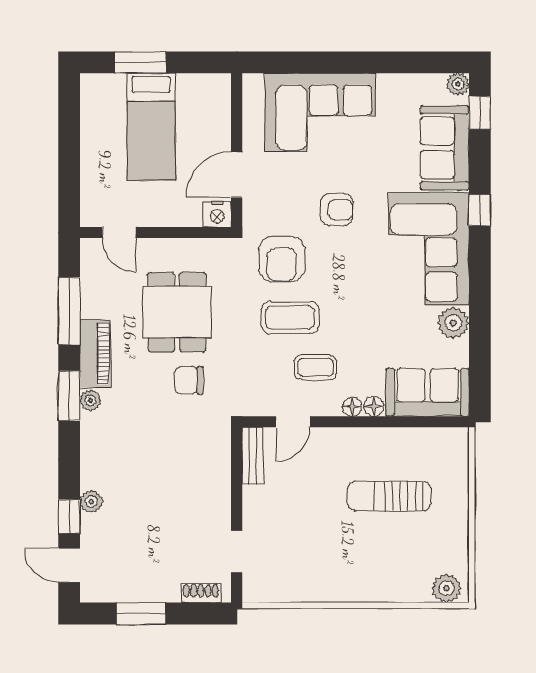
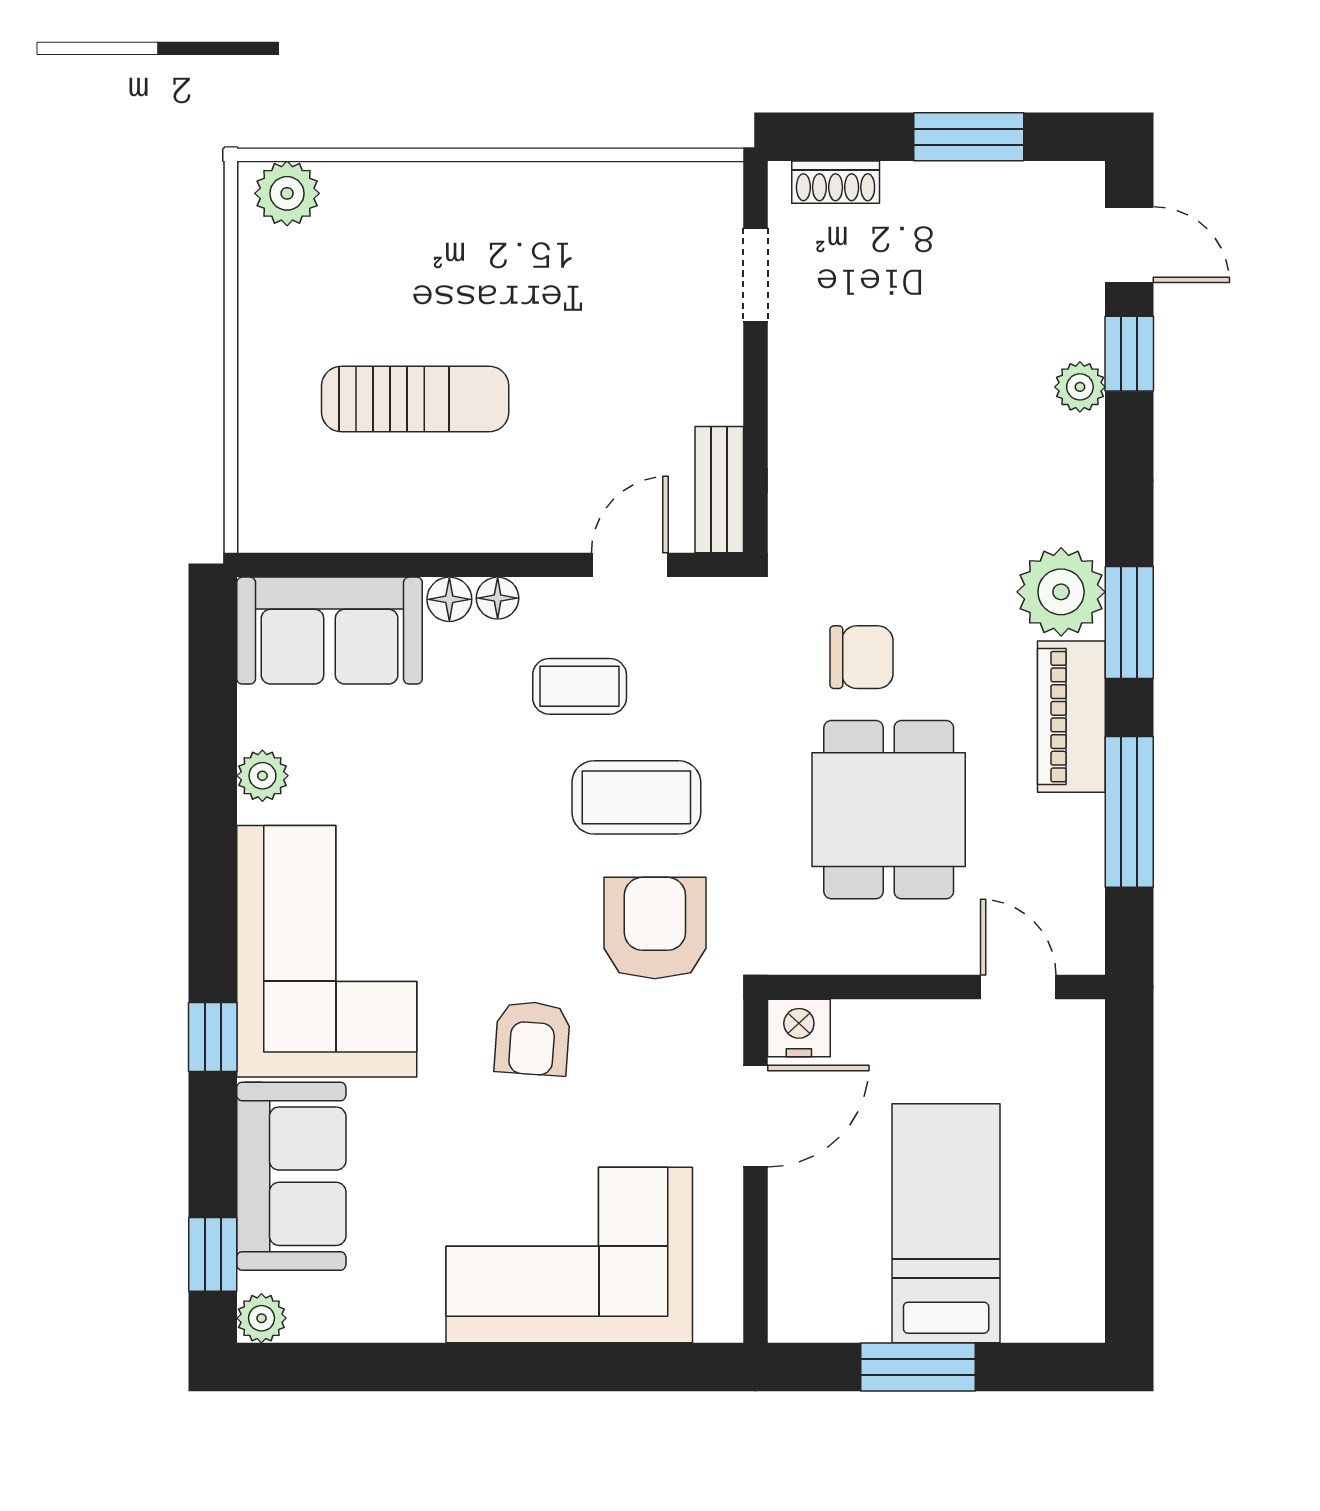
window: (140, 62) -> (918, 1367), moved
armchair: (337, 210) -> (532, 1038), turned -86
plant: (453, 323) -> (262, 776), width x0.73, depth x0.73
plant: (90, 400) -> (1061, 592), width x1.88, depth x1.88

